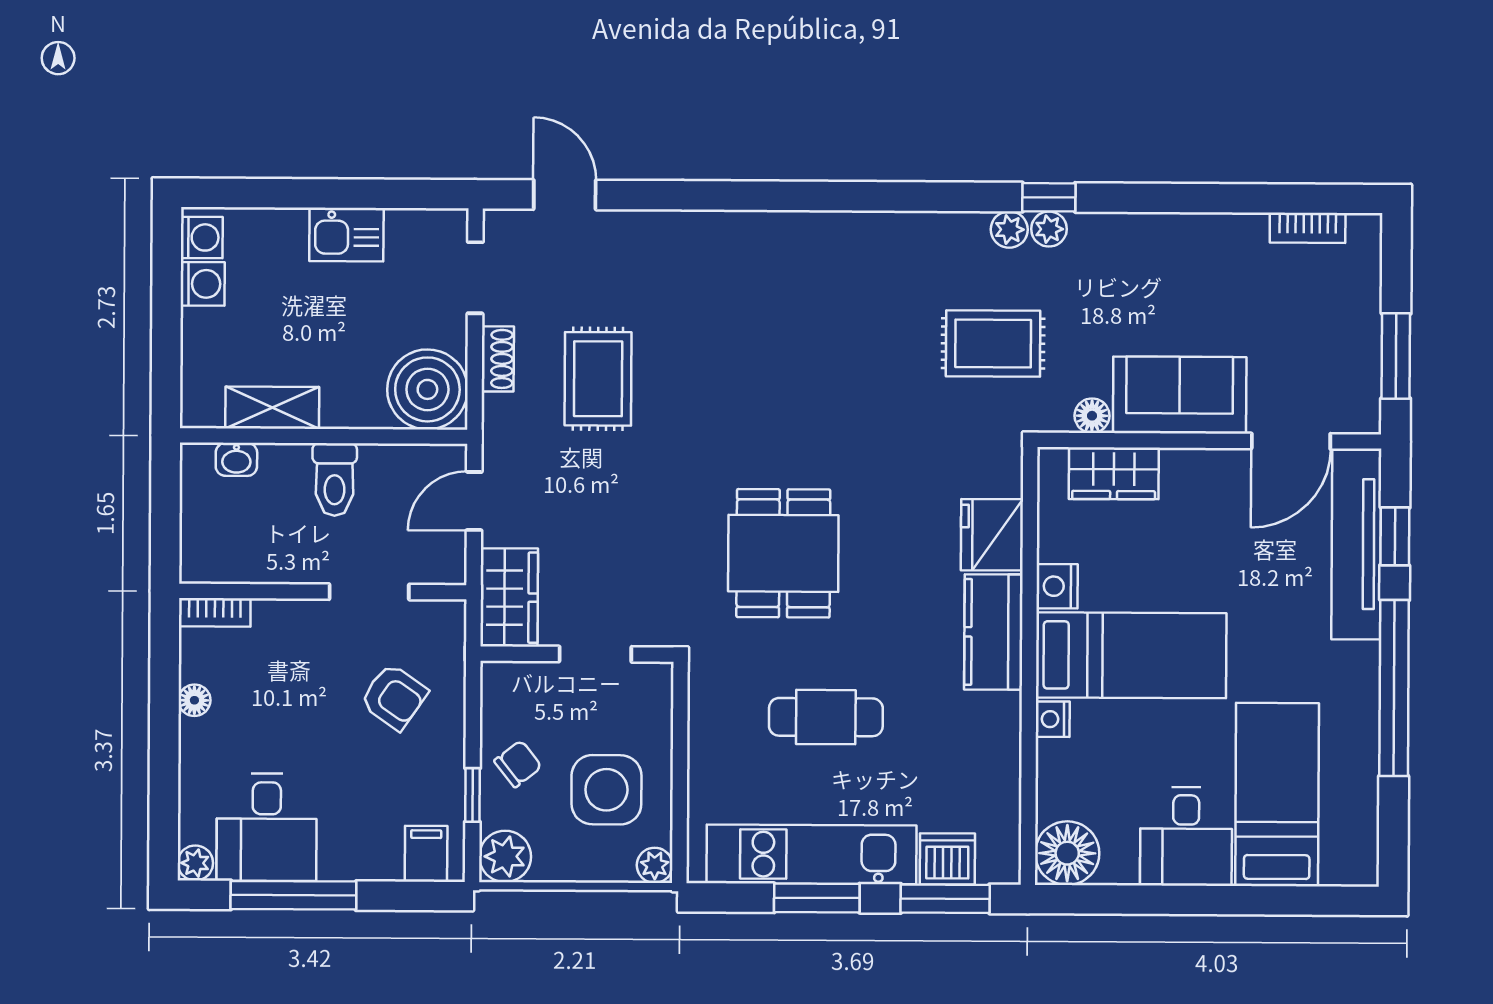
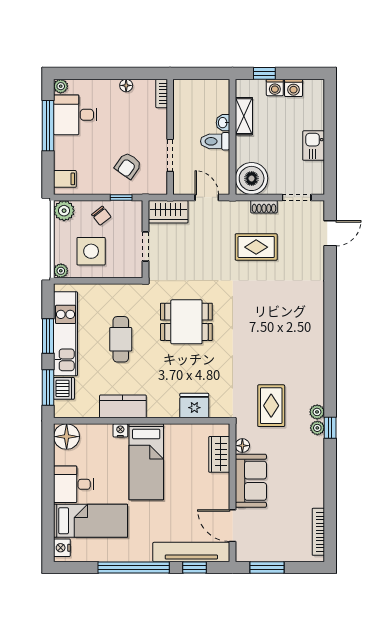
bookcase: (1308, 228) -> (318, 532), width x1.56
washing machine: (202, 237) -> (275, 87), moved
window: (166, 356) -> (264, 73), added
washbasin: (236, 459) -> (223, 123), moved
nightstand: (1057, 586) -> (62, 548), moved, turned -90
kitchen counter: (993, 632) -> (123, 406), moved
window: (473, 795) -> (121, 197), moved

